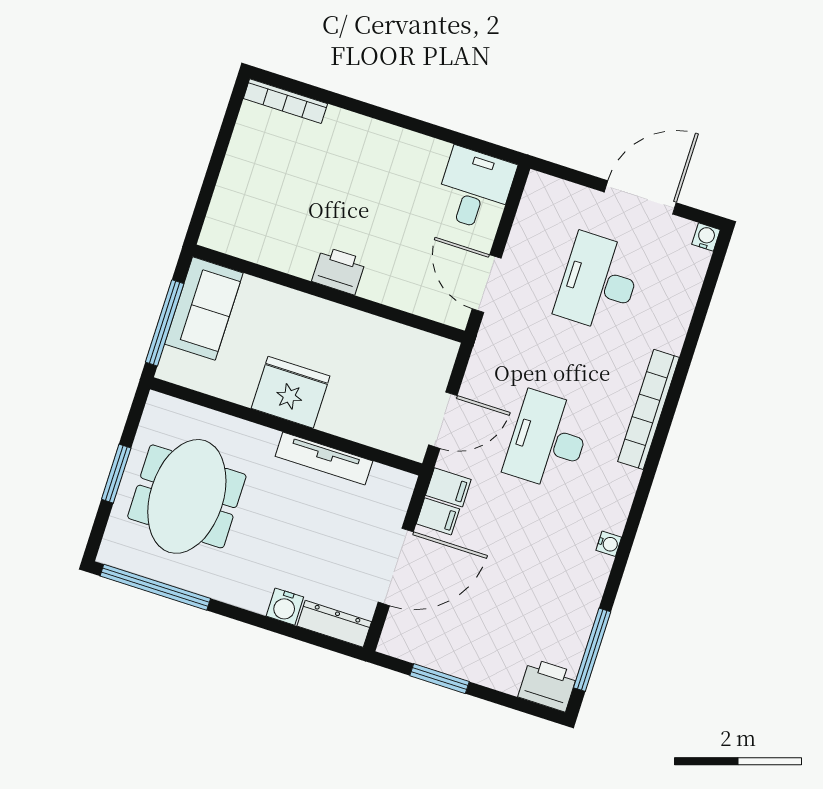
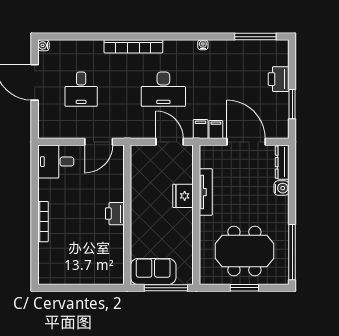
bookcase: (285, 101) -> (43, 222), moved
desk: (599, 282) -> (81, 89), width x0.73
fridge: (291, 392) -> (183, 196), moved, width x0.73, depth x0.75
printer: (548, 685) -> (279, 79), moved

